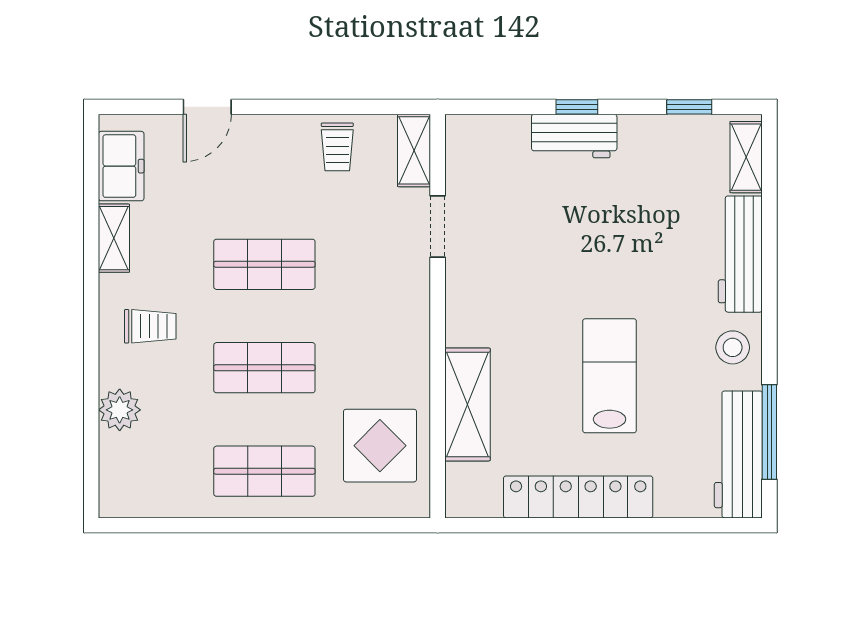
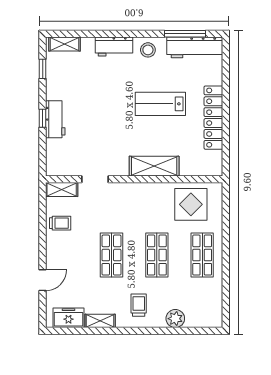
door: (207, 107) -> (43, 280), hinge flipped
workbench: (740, 254) -> (114, 47), width x0.73
shelving: (467, 404) -> (154, 166), moved

